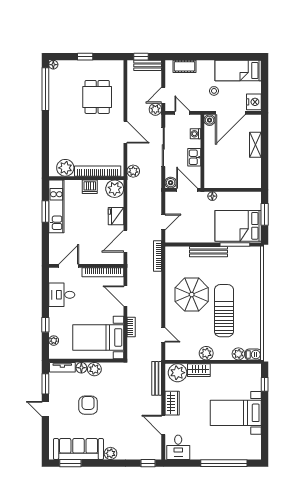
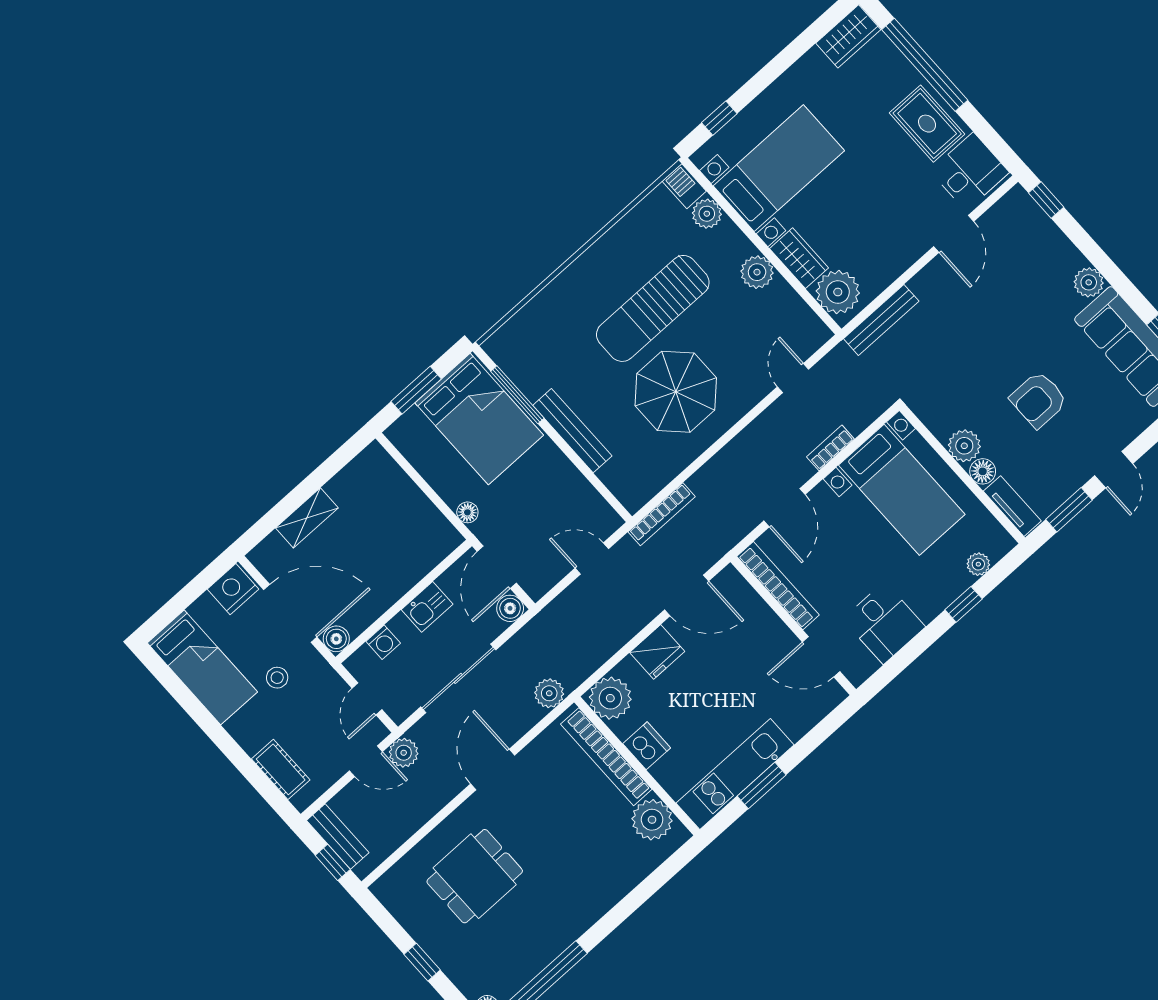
wardrobe: (172, 403) -> (848, 36), moved, turned 180
bed with nightstands: (236, 413) -> (779, 168), moved, turned -90
rug: (205, 447) -> (927, 124), added

